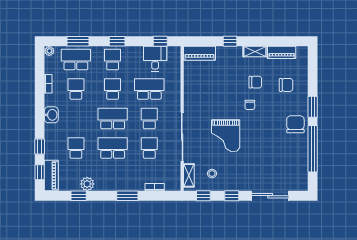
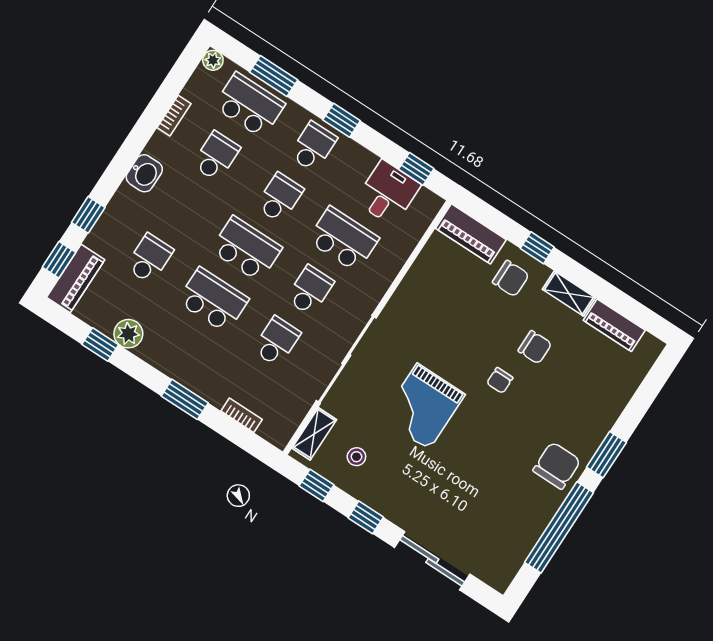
chair: (286, 85) -> (511, 279), moved

